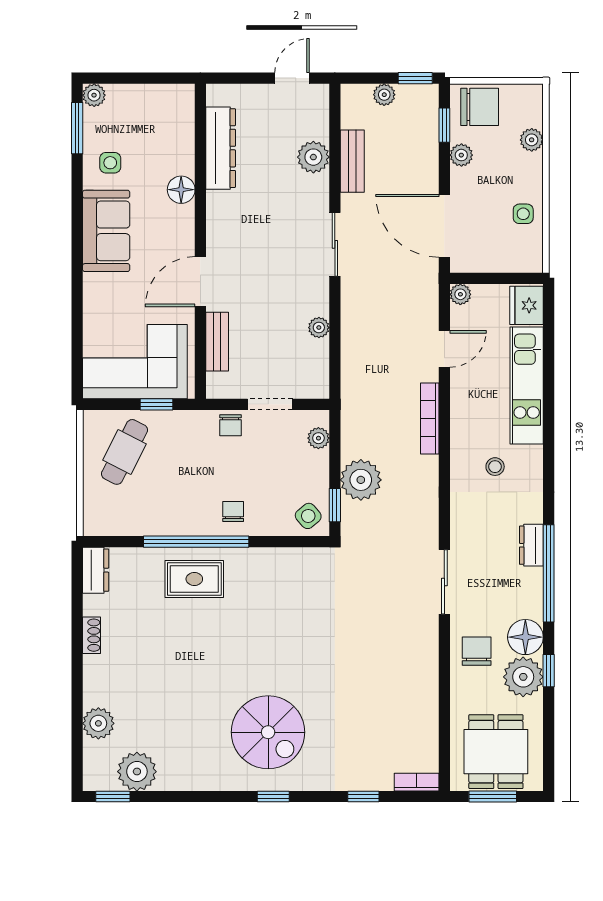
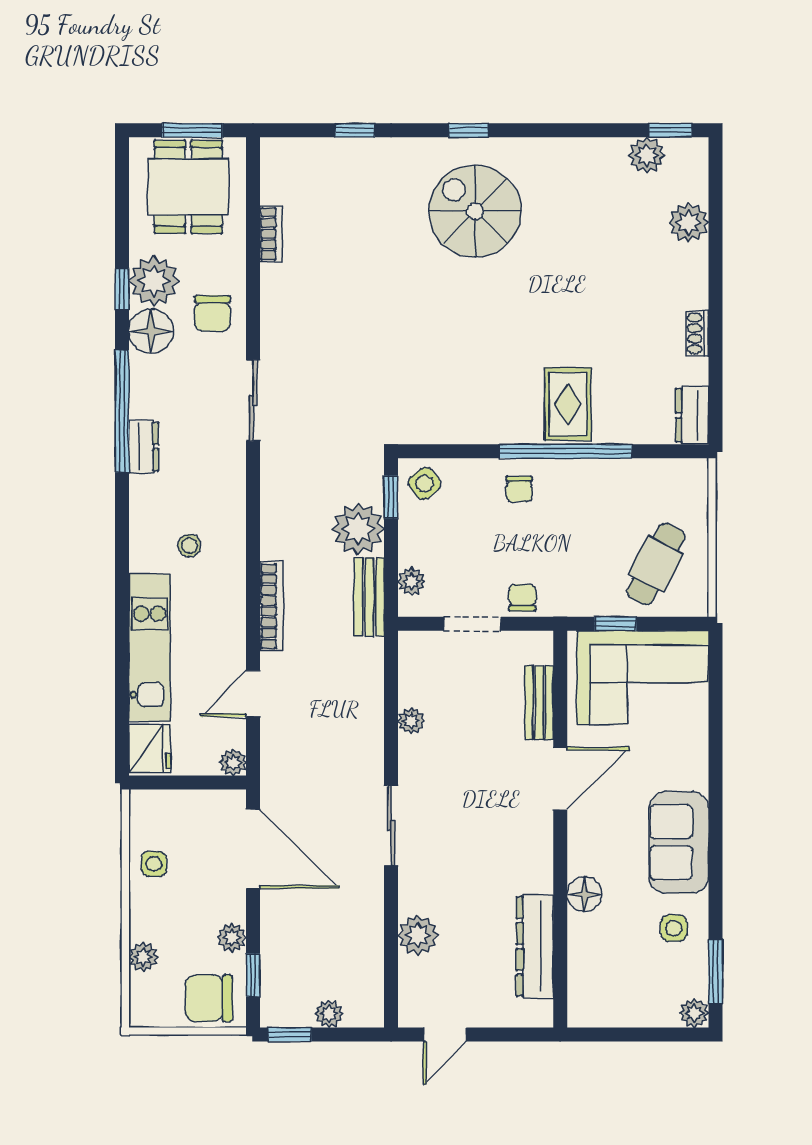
bench: (352, 161) -> (369, 597), moved
rug: (194, 579) -> (568, 404), turned 90
plant: (137, 772) -> (647, 155), width x0.73, depth x0.73
bookcase: (417, 782) -> (271, 234), moved, turned -90

